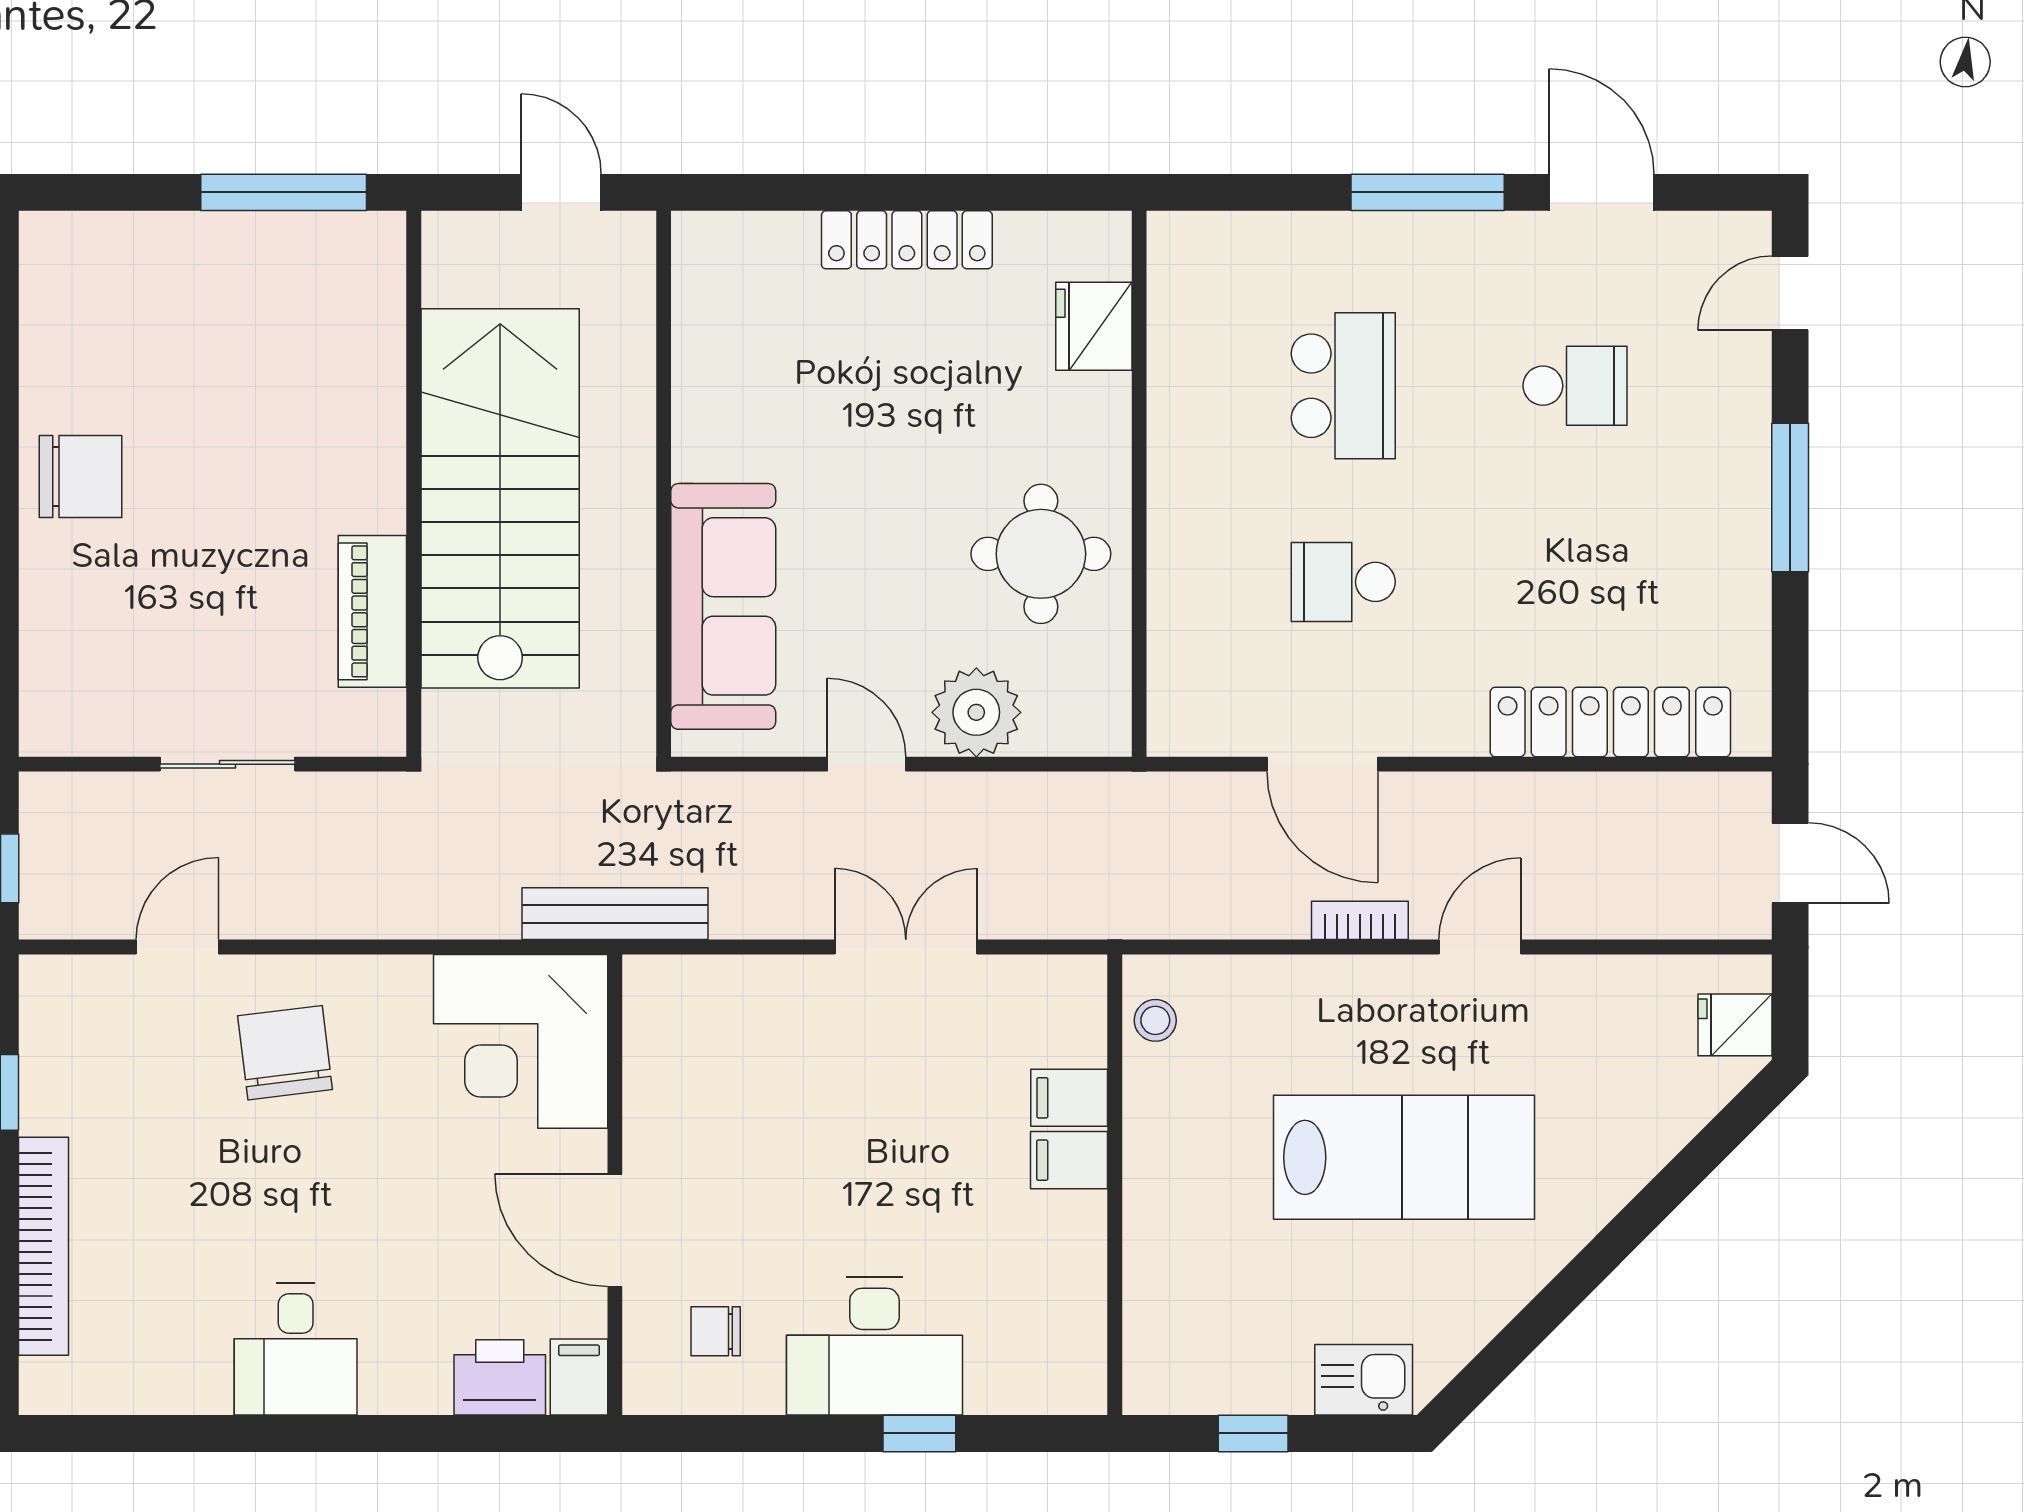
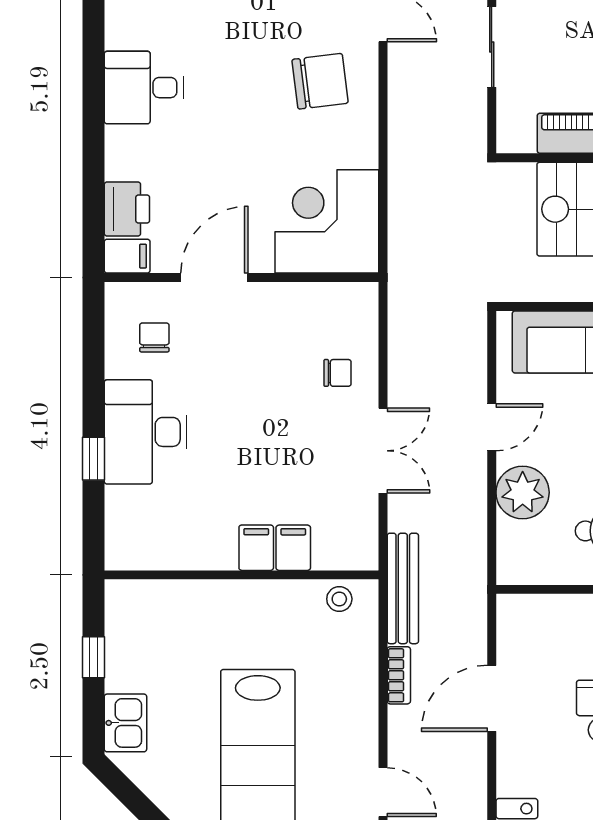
bench: (615, 914) -> (403, 588), moved
bookcase: (1360, 920) -> (399, 675), moved
chair: (775, 1023) -> (338, 373), added

